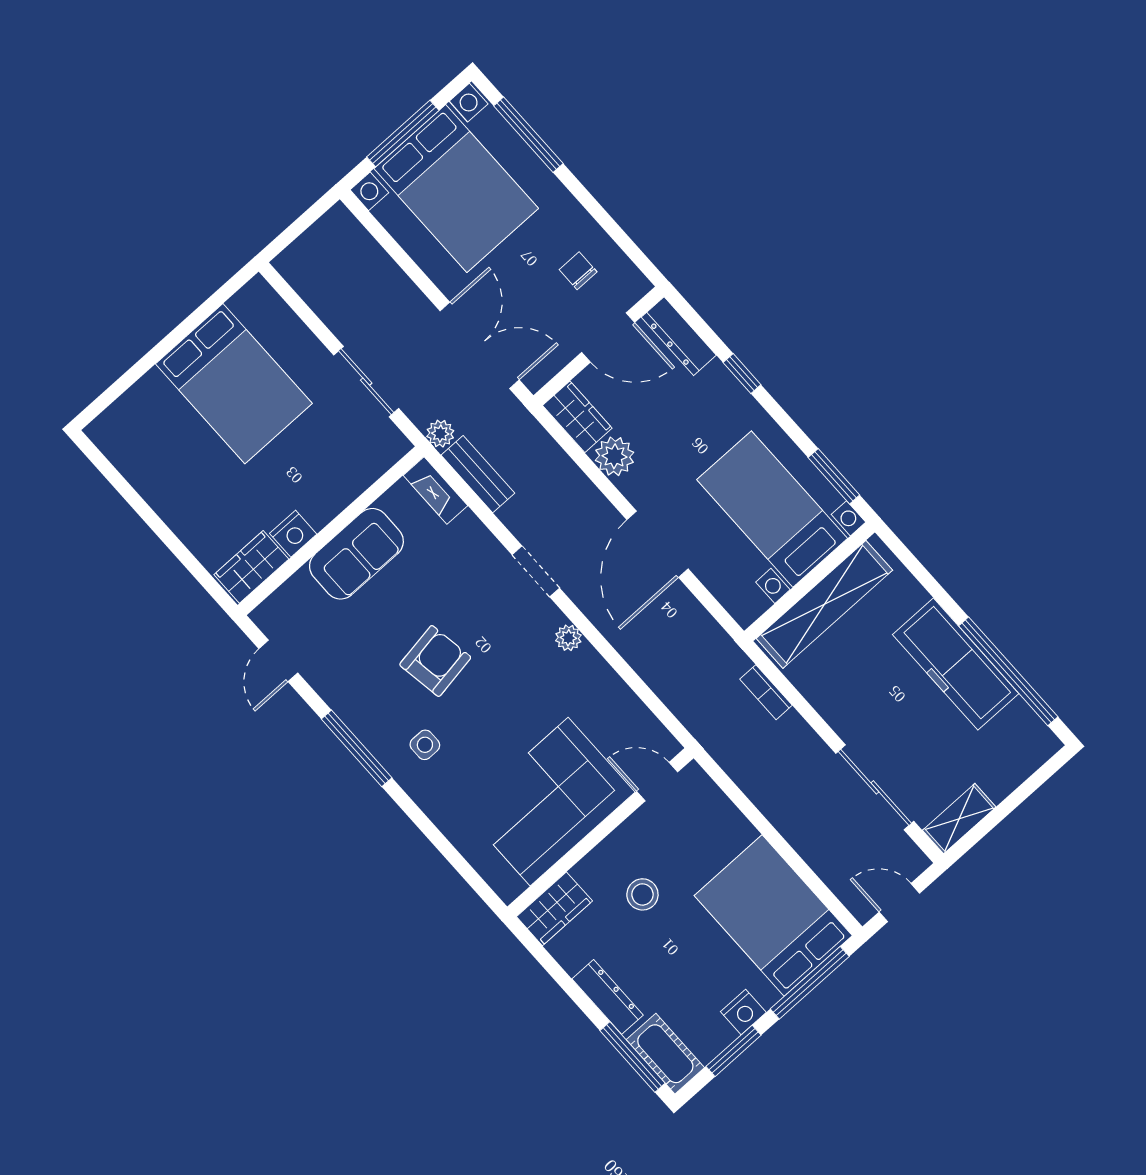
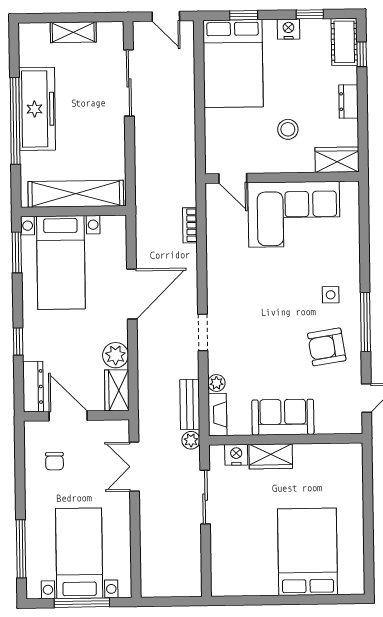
bed with nightstands: (456, 188) -> (79, 553), width x0.73
double door: (480, 345) -> (134, 467), width x0.73
bed: (234, 384) -> (308, 552), moved
nightstand: (293, 534) -> (236, 455), moved
wardrobe: (251, 567) -> (271, 456), moved
plant: (568, 638) -> (216, 383), moved
armchair: (435, 661) -> (327, 347), moved
window: (1008, 671) -> (15, 121), moved
bookcase: (766, 692) -> (190, 225), moved, turned 180
shelving: (959, 819) -> (73, 32), moved
window: (810, 983) -> (244, 15), width x0.46
dresser: (608, 997) -> (349, 101), width x0.70
window: (734, 1051) -> (310, 14), width x0.67
window: (632, 1057) -> (362, 54), width x0.46

